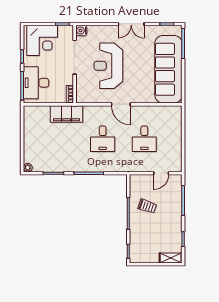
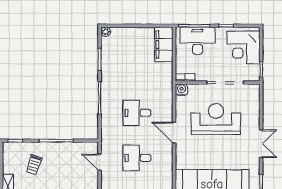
double door: (131, 24) -> (261, 144), swing flipped
water cooler: (81, 31) -> (182, 90), moved
door: (121, 104) -> (174, 133), hinge flipped
filing cabinet: (67, 114) -> (164, 44), moved
door: (161, 173) -> (100, 162), moved
trolley: (147, 206) -> (34, 165), moved

